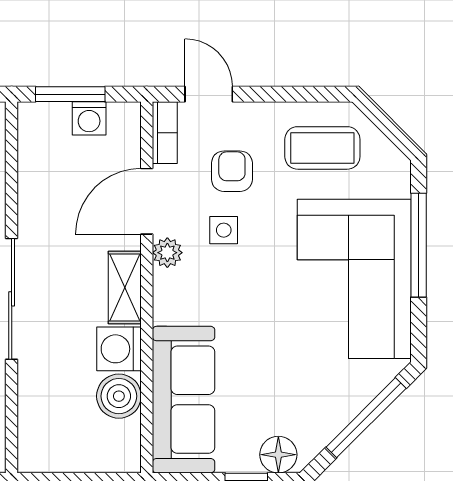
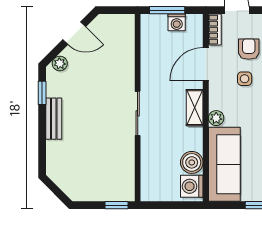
plant: (167, 253) -> (216, 118), moved
sliding door: (12, 299) -> (138, 113), width x0.73
washing machine: (119, 349) -> (192, 186), moved

